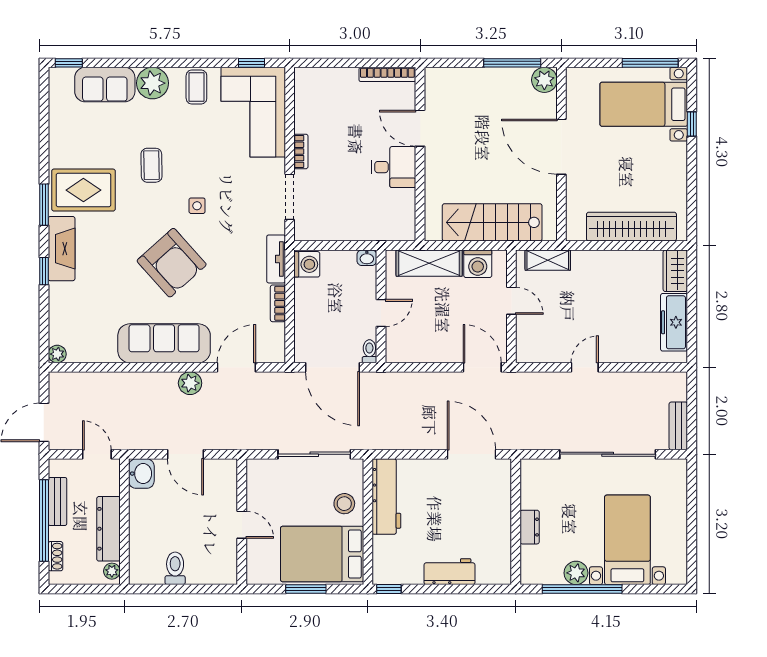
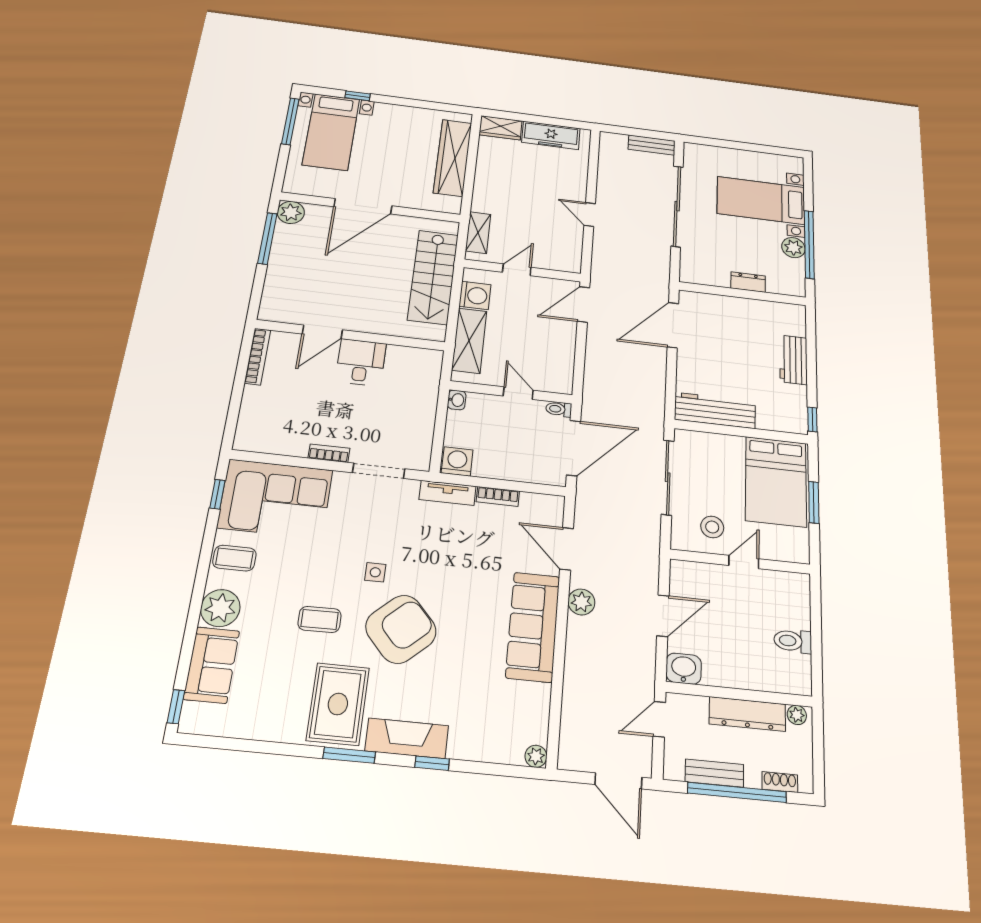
armchair: (172, 263) -> (401, 629), moved
stool: (344, 504) -> (712, 527), moved

